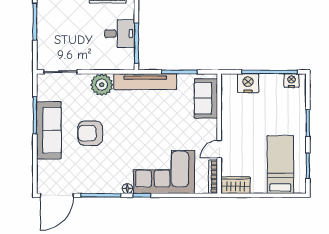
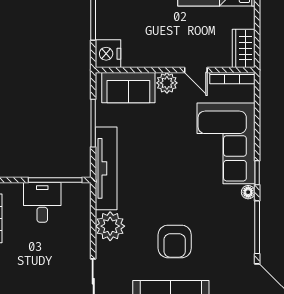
nightstand: (248, 83) -> (108, 54), moved
plant: (210, 127) -> (167, 83), added

